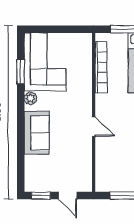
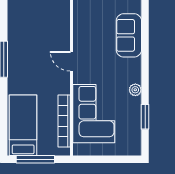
corner sofa: (45, 62) -> (94, 114), moved, turned 180
sofa: (37, 133) -> (129, 35), moved

